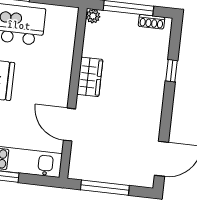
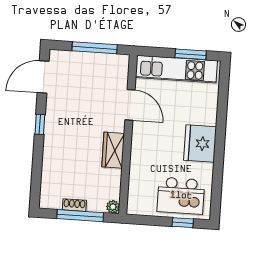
shoe rack: (151, 22) -> (74, 205), moved
window: (172, 71) -> (40, 124), moved

